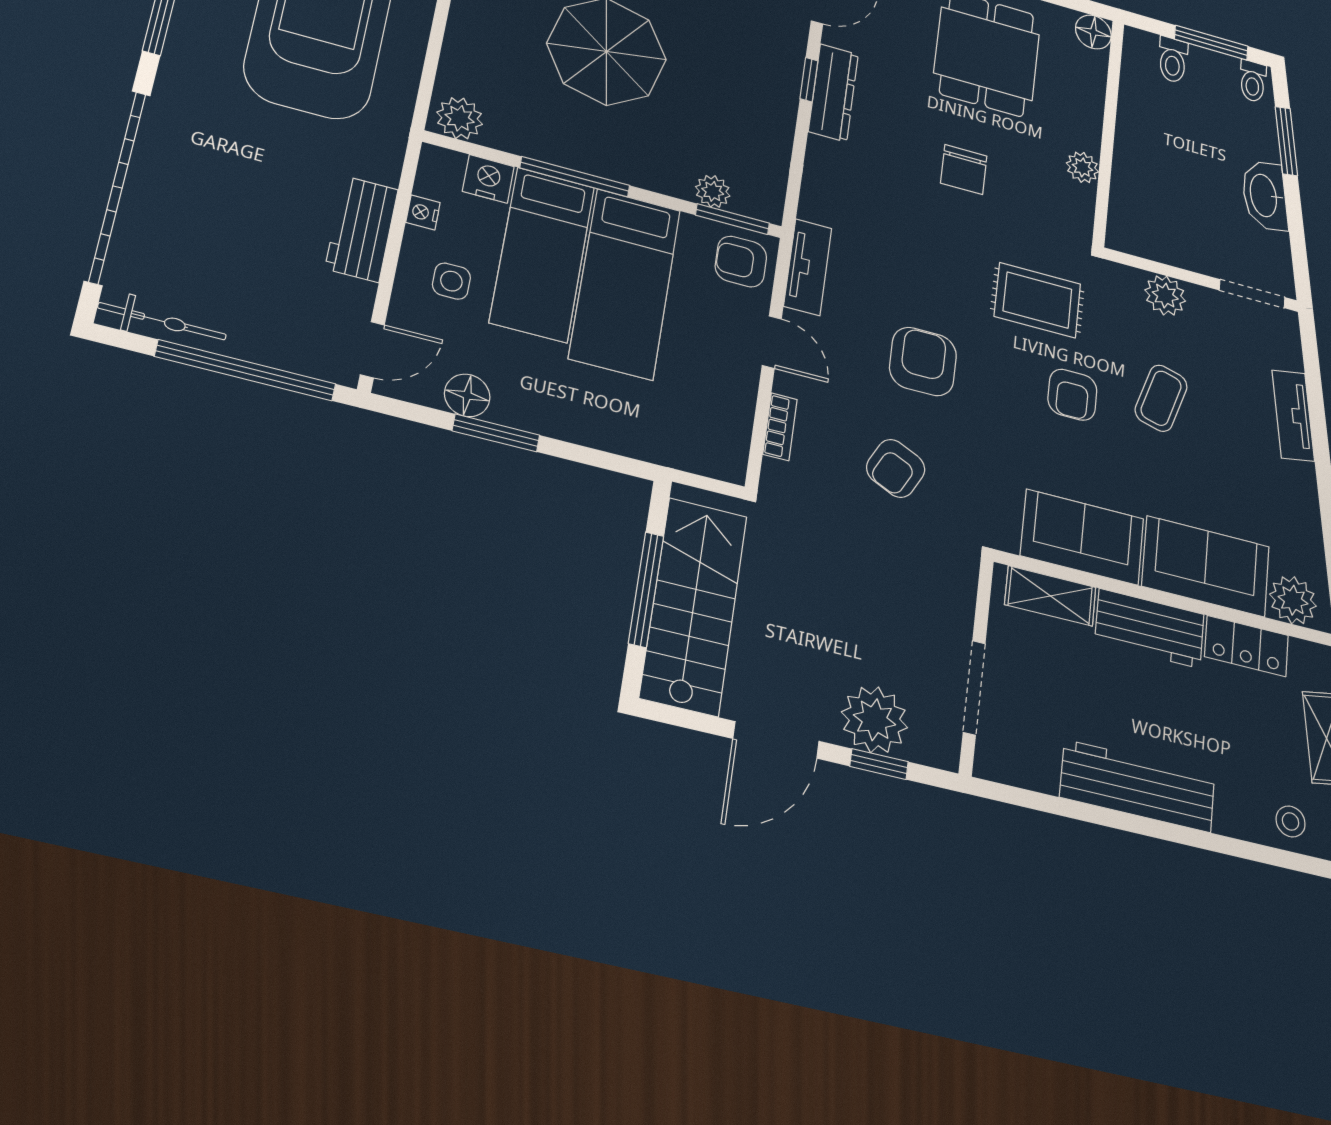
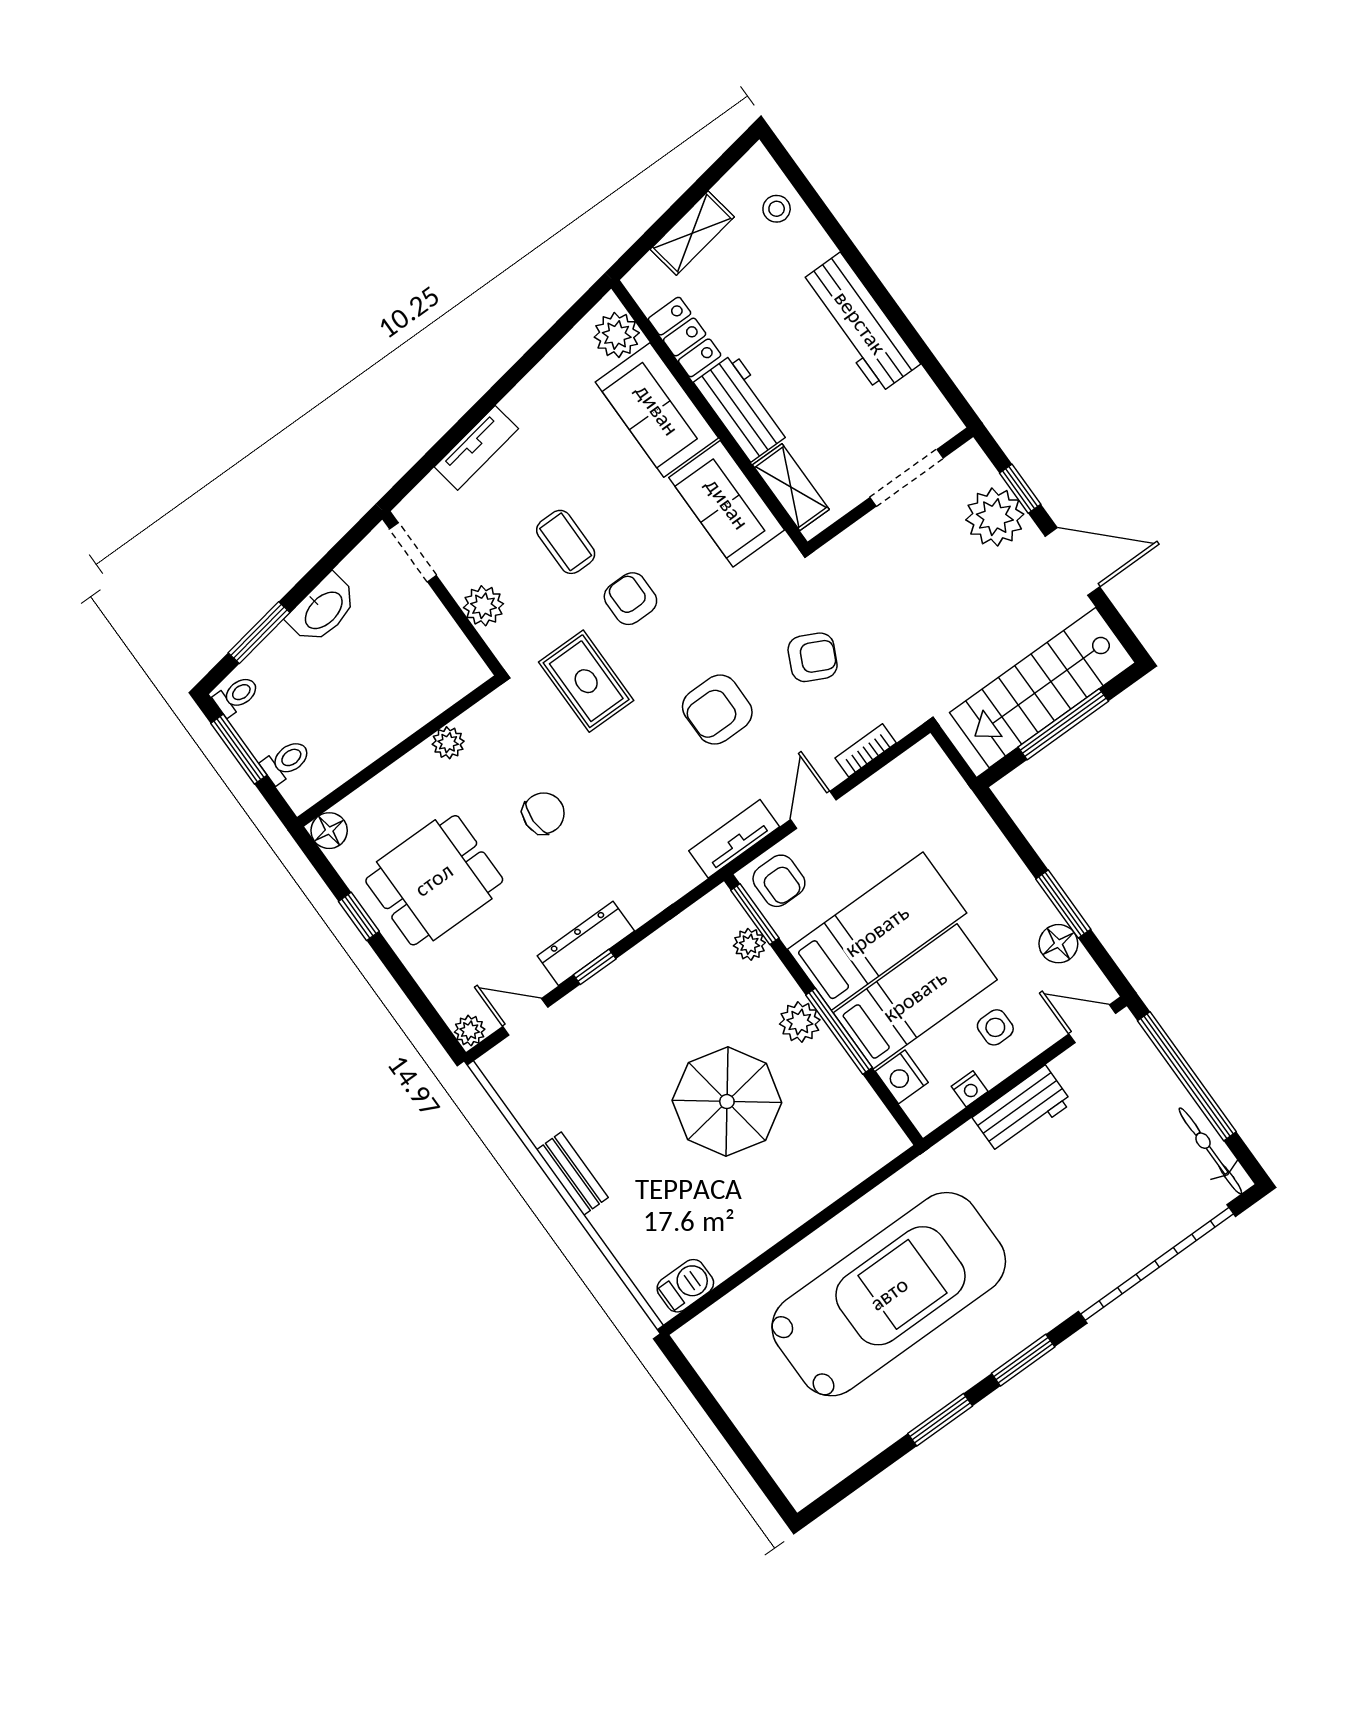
plant: (460, 118) -> (800, 1022), moved
armchair: (1072, 395) -> (630, 599), turned -90
coffee table: (1161, 398) -> (566, 542), turned 74

